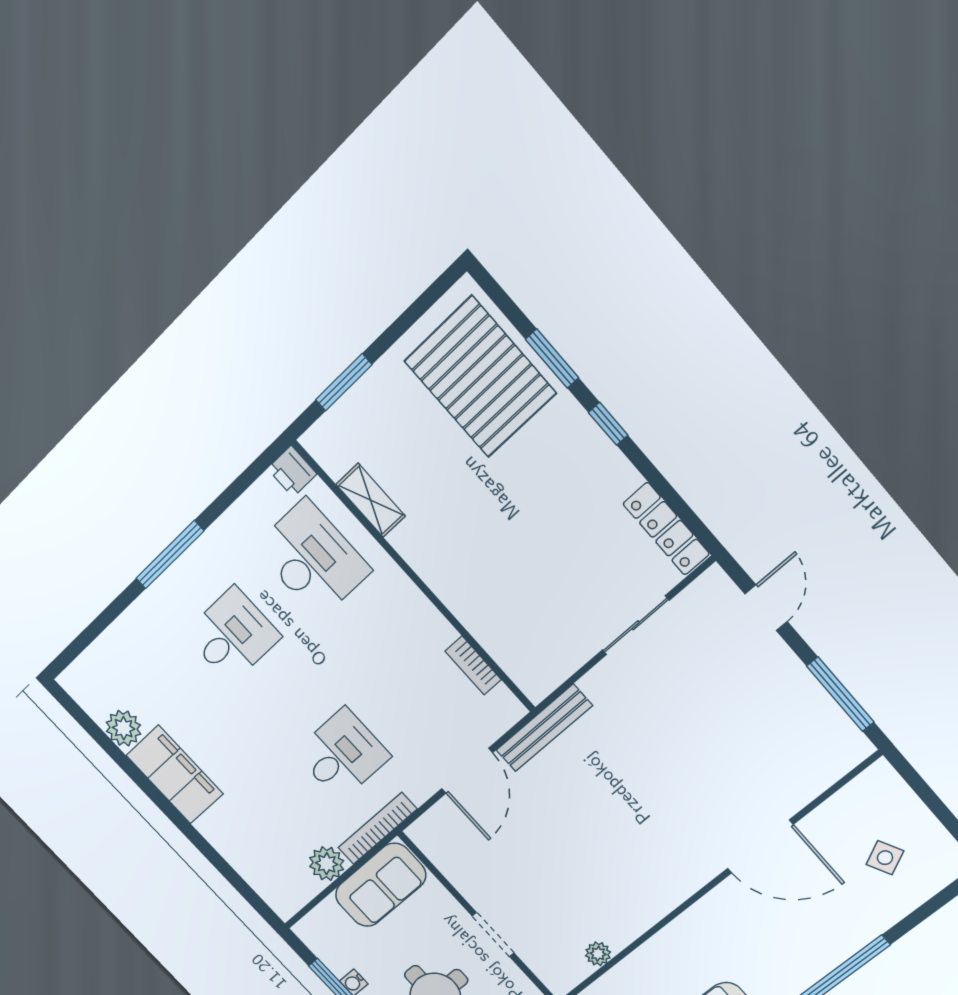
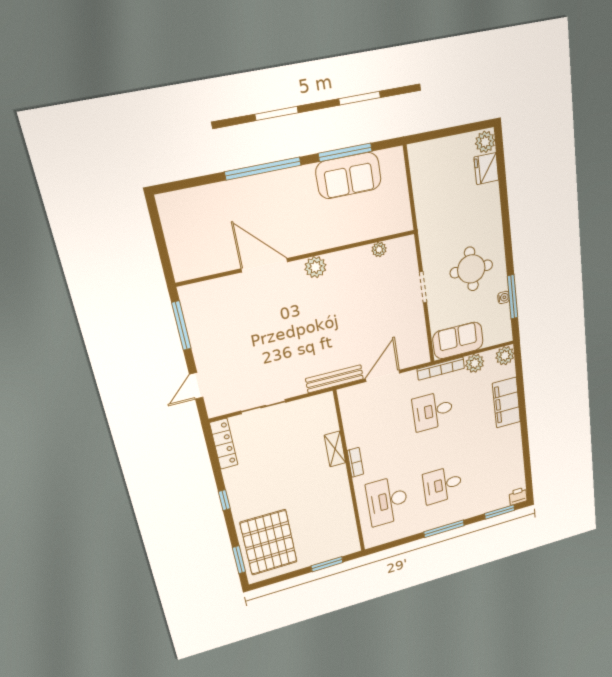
window: (552, 359) -> (239, 560), moved
printer: (292, 471) -> (518, 496), moved, turned -90
shelving: (371, 500) -> (335, 449), moved
window: (89, 635) -> (500, 512), added
bookcase: (473, 665) -> (355, 462), moved
plant: (124, 728) -> (505, 356), moved
filing cabinet: (175, 775) -> (506, 403), moved
side table: (885, 858) -> (202, 225), removed
plant: (680, 882) -> (315, 267), added

